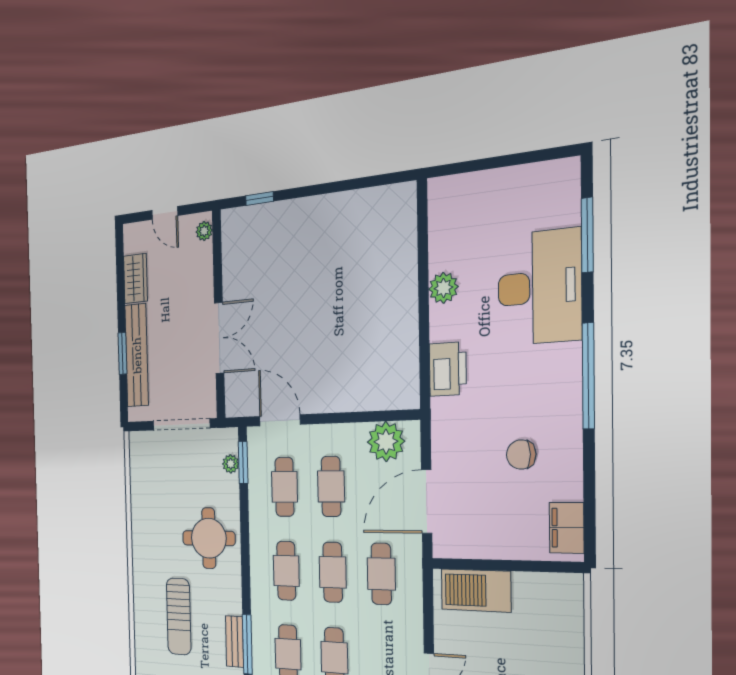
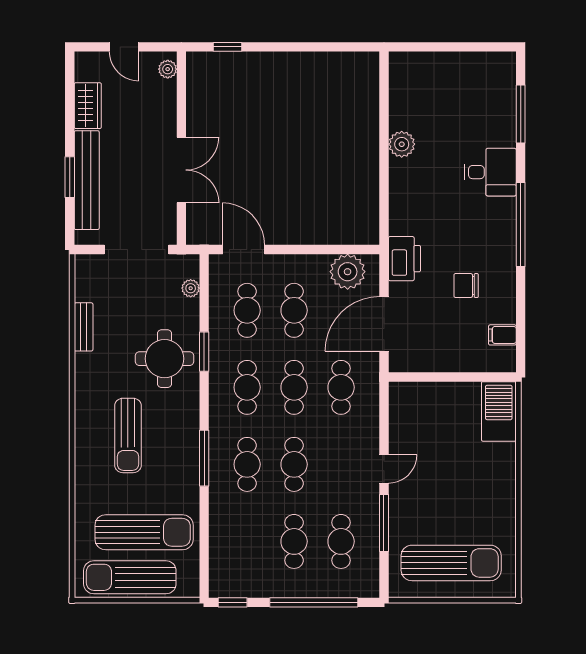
desk: (539, 287) -> (490, 172), width x0.53, depth x0.77
printer: (448, 369) -> (404, 259), moved
window: (243, 463) -> (204, 352), moved
filing cabinet: (567, 528) -> (502, 335), width x0.50
barbecue: (476, 590) -> (499, 411), moved, turned 90
bench: (235, 641) -> (84, 327), moved

